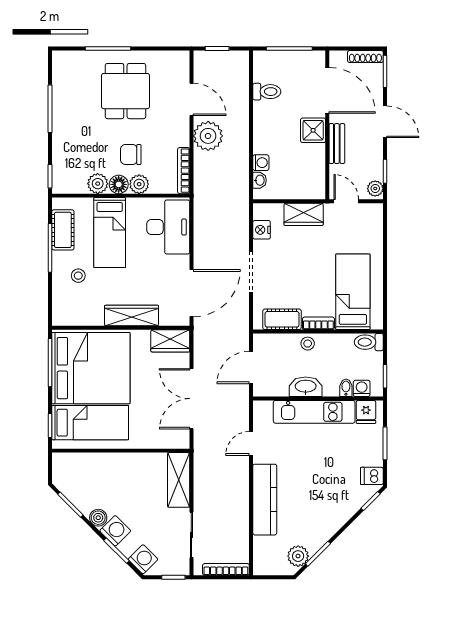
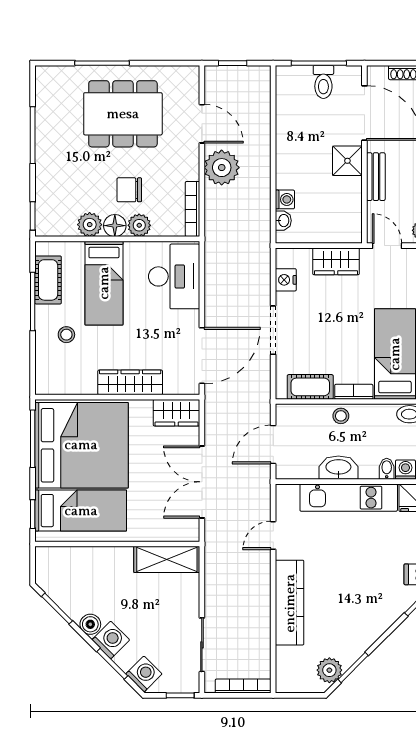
dining table: (125, 91) -> (123, 114), width x1.38
toilet: (267, 92) -> (323, 82), moved, turned 90
shelving: (179, 480) -> (167, 559), moved, turned 90

